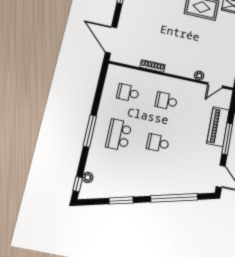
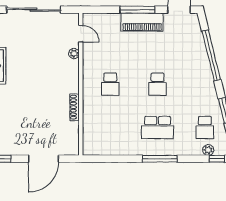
door: (111, 40) -> (43, 159), moved
school desk: (128, 93) -> (205, 128), moved
piano: (218, 127) -> (142, 22), moved

